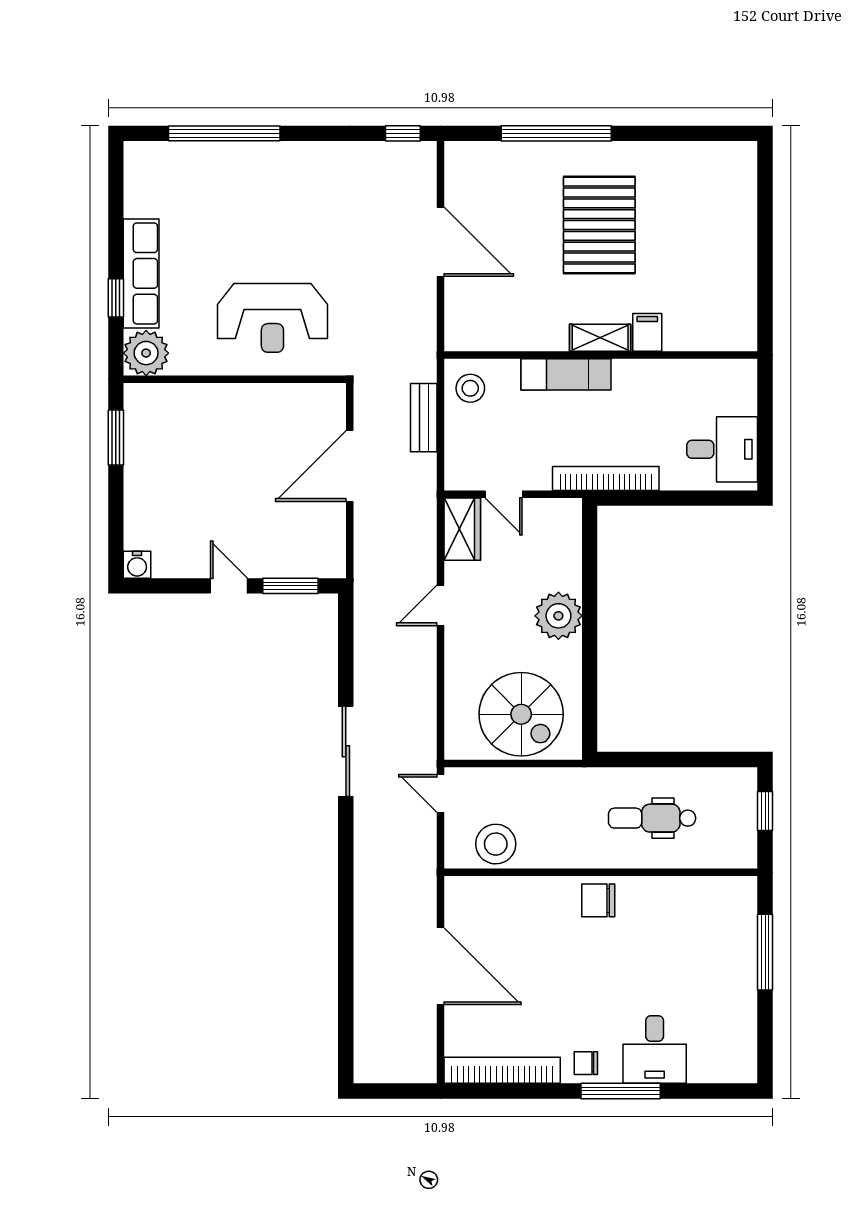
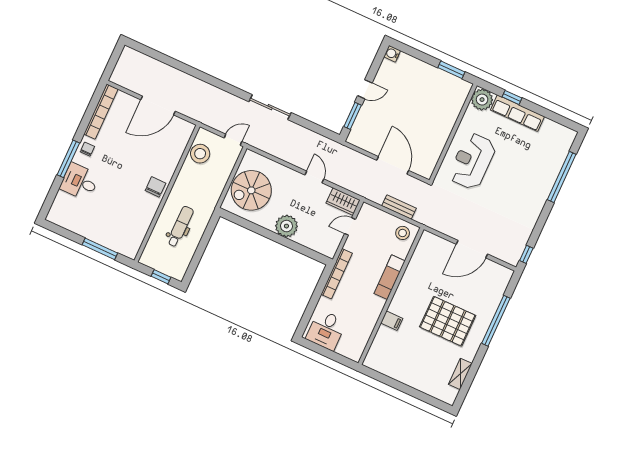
shelving: (600, 338) -> (460, 374), moved

